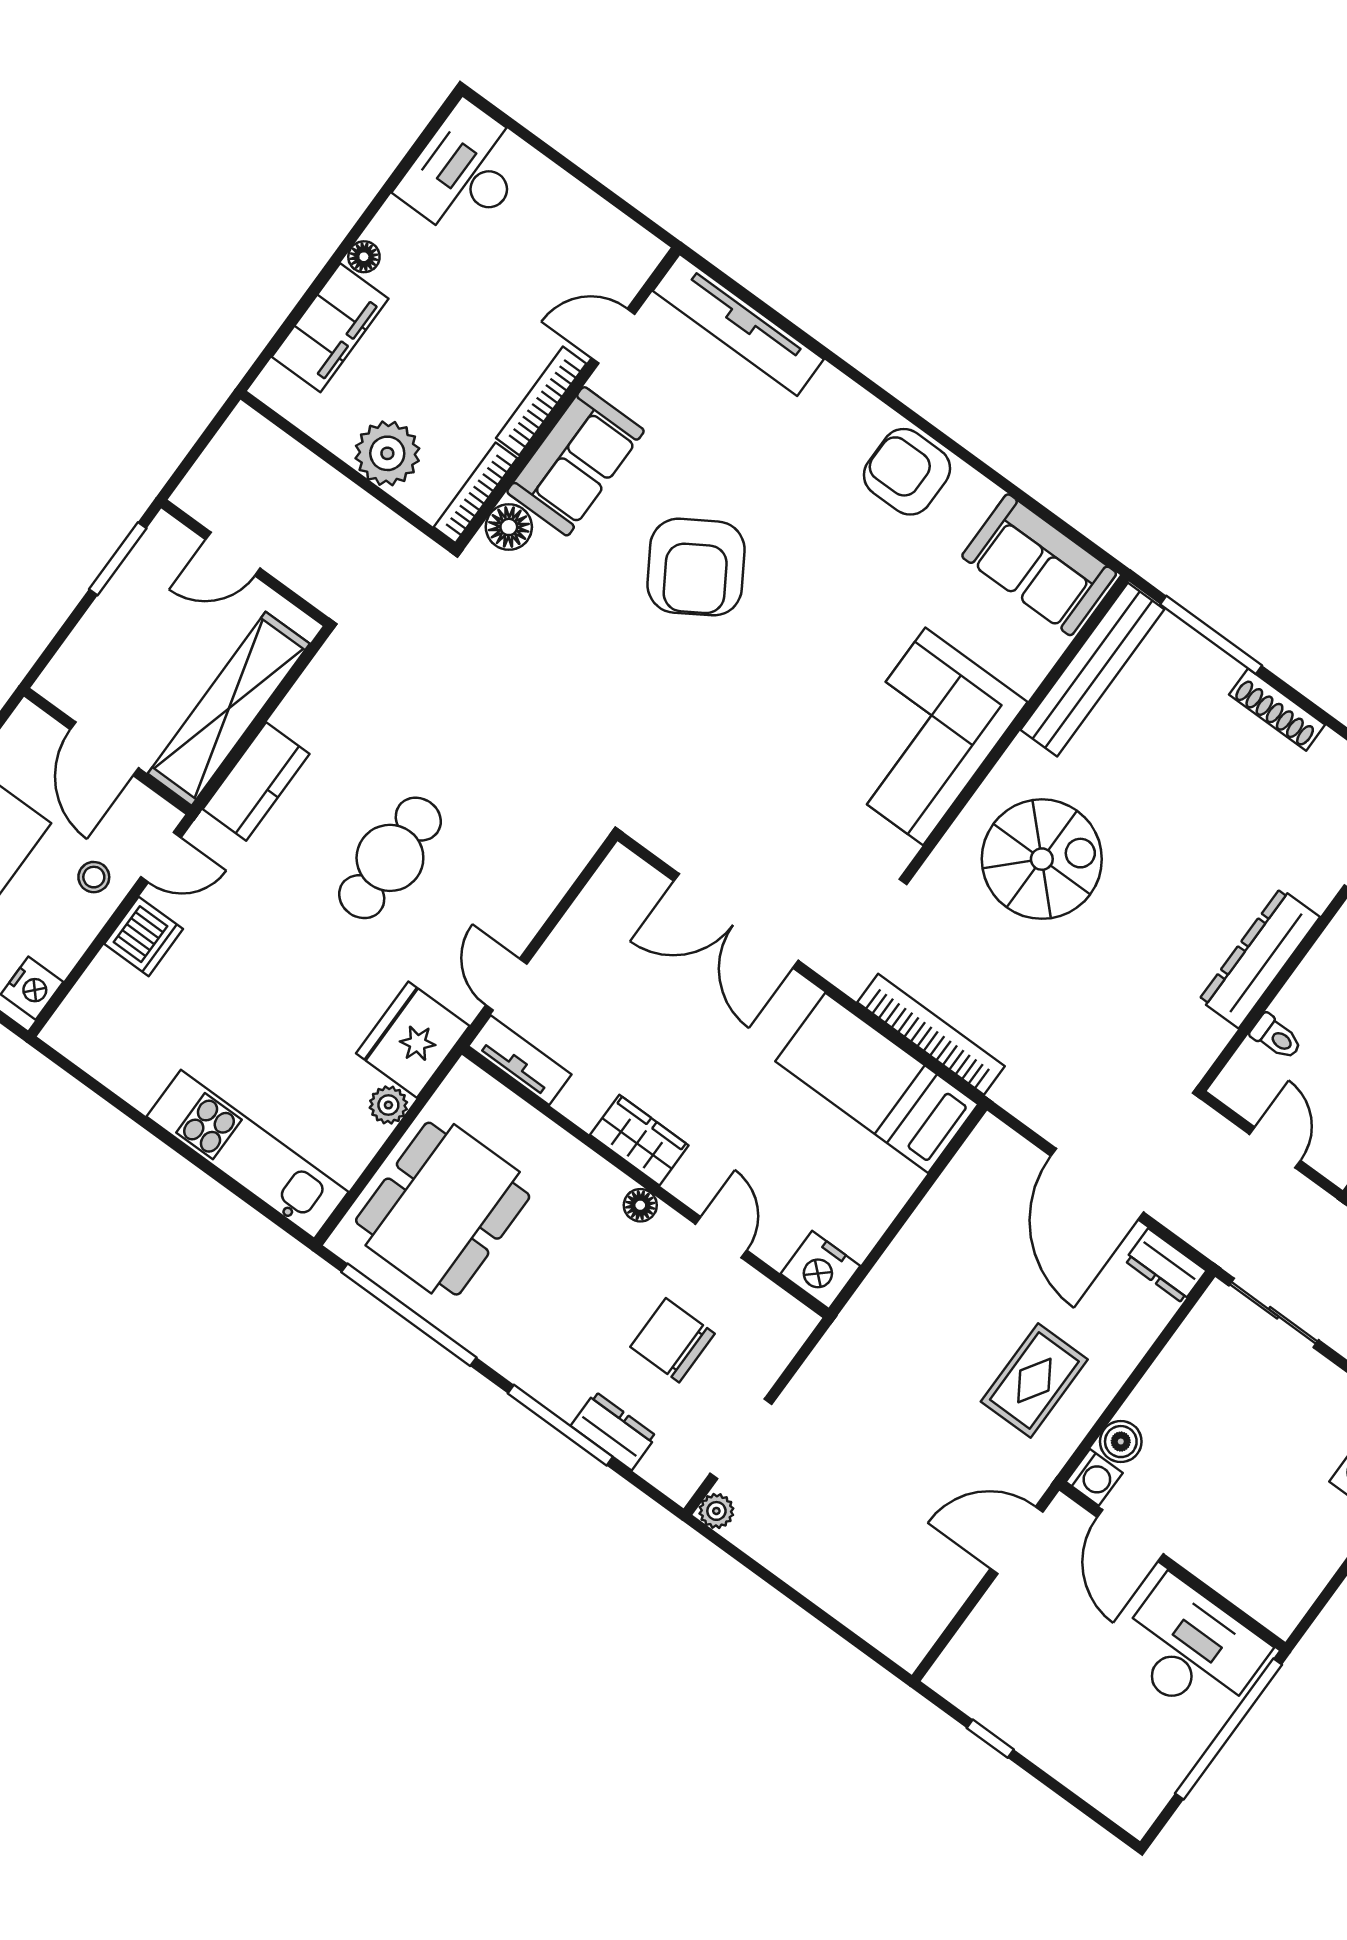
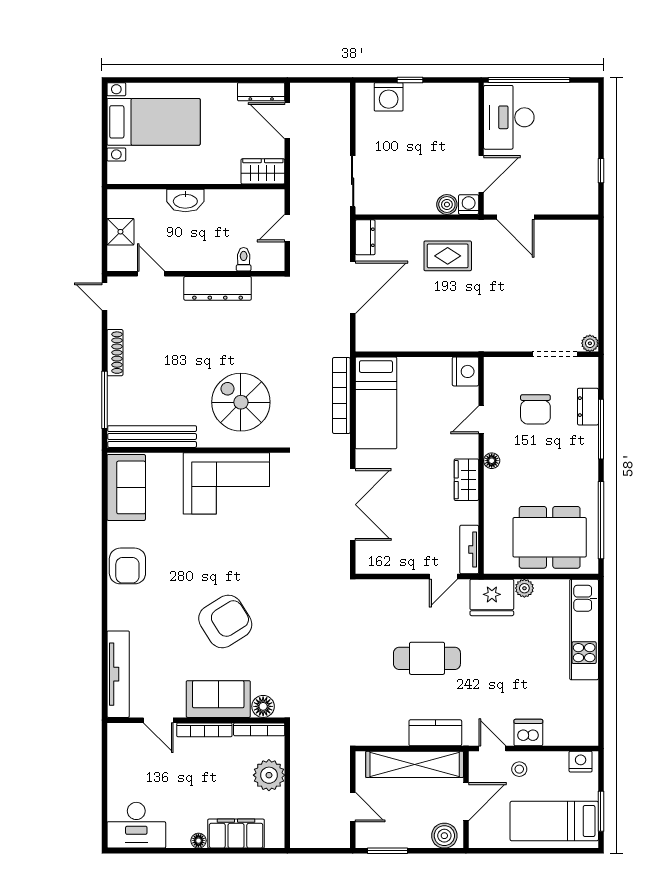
boiler: (74, 672) -> (444, 836), added

